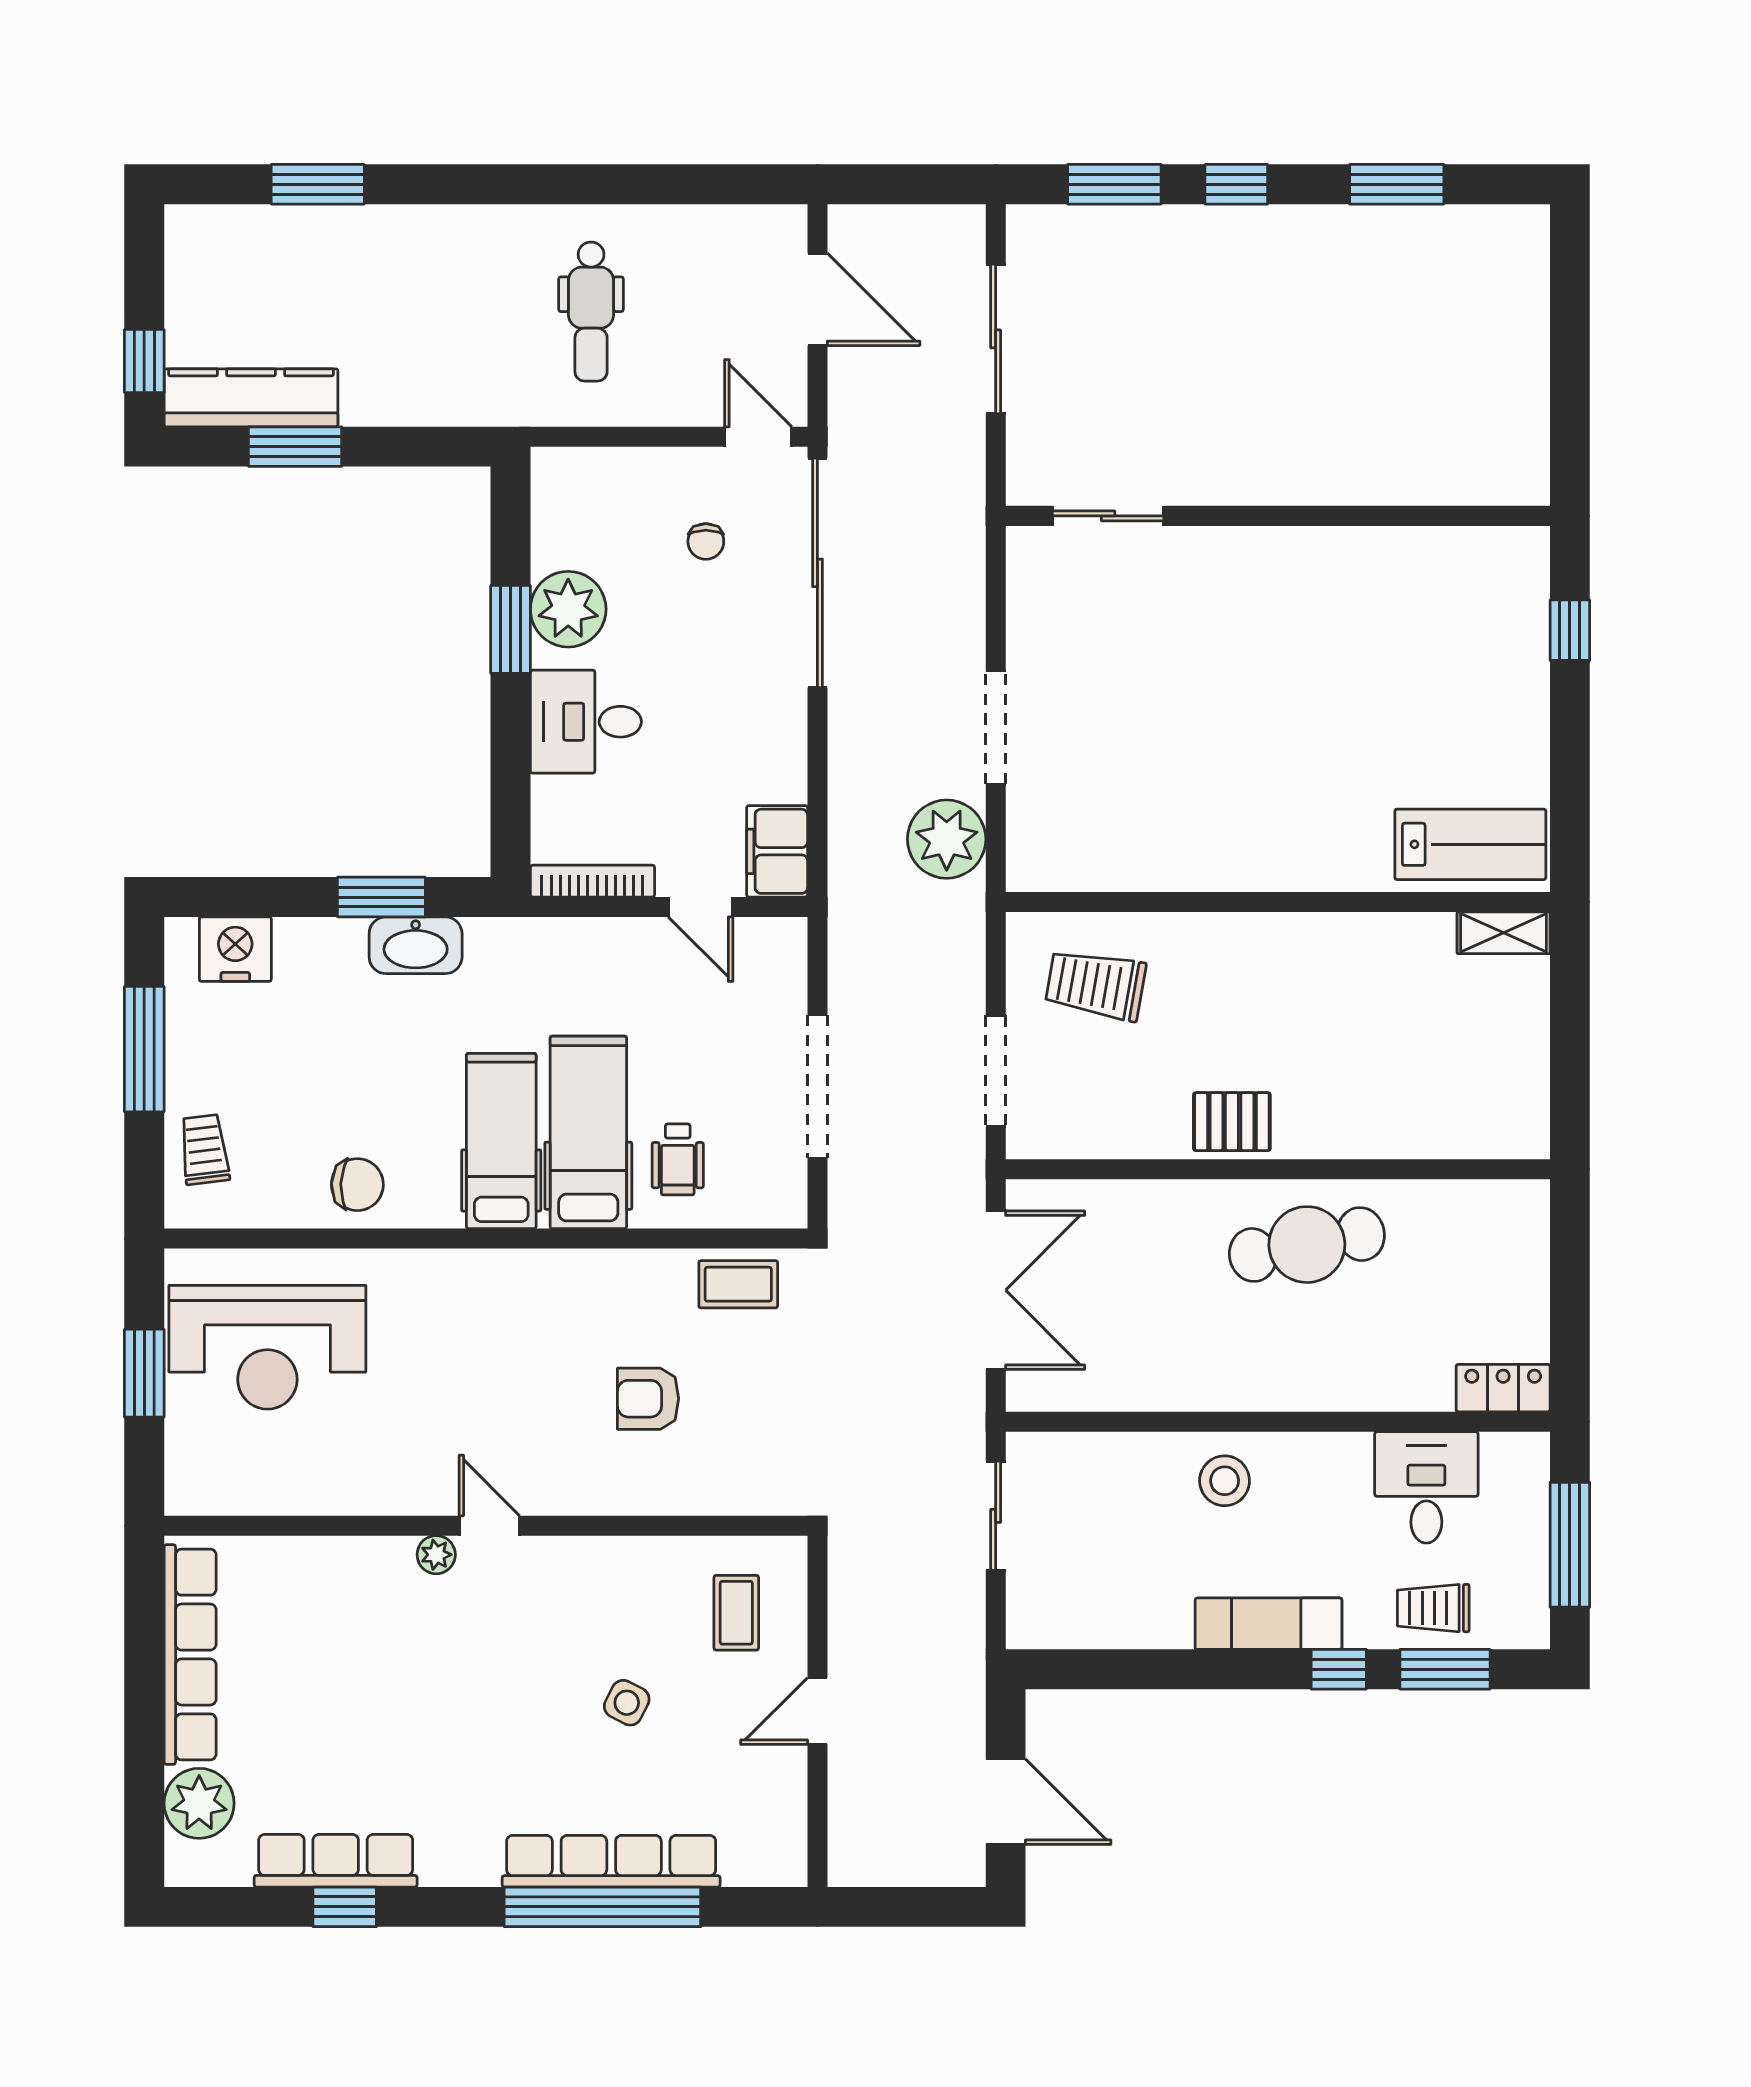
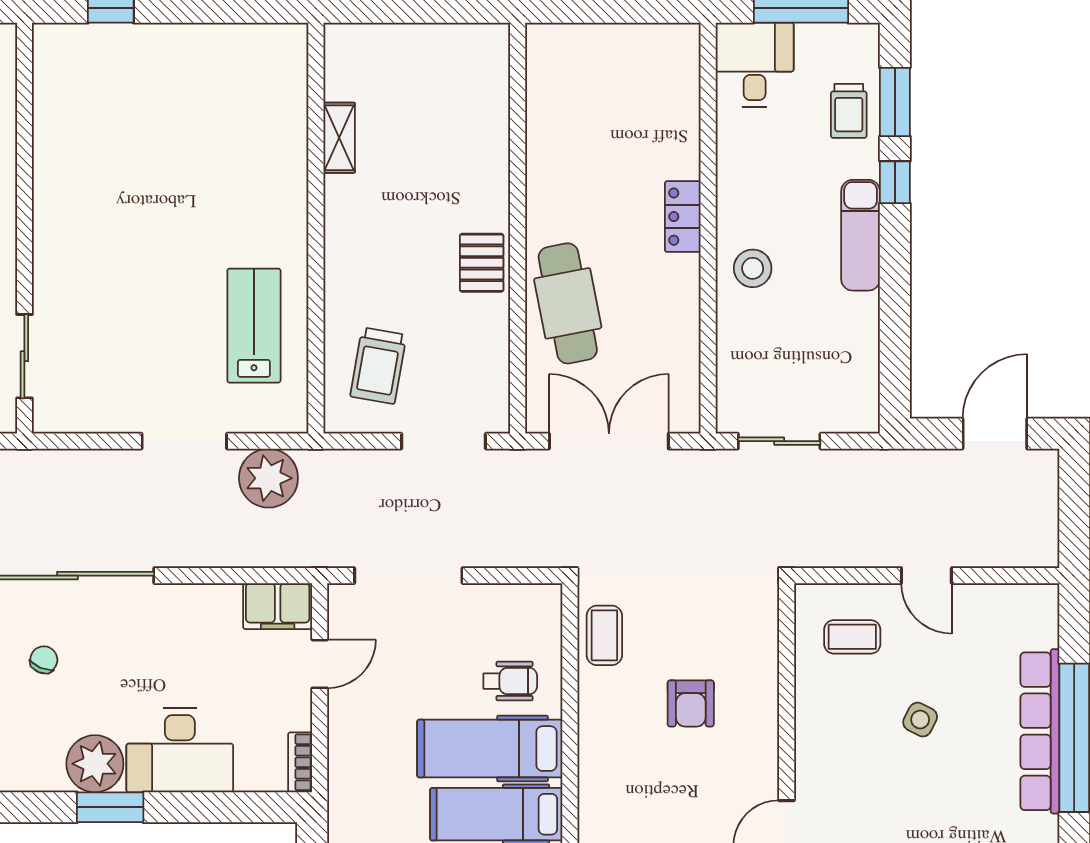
chair: (706, 541) -> (44, 660), turned -67
desk: (586, 722) -> (180, 750), width x1.37
lab bench: (1470, 844) -> (254, 326), moved
bookcase: (592, 881) -> (300, 762), width x0.64
shelving: (1504, 933) -> (339, 138), moved
doorway: (817, 1086) -> (408, 576), moved
cafe table: (1307, 1245) -> (568, 303), moved
locker: (1503, 1388) -> (683, 217), moved
desk: (1426, 1487) -> (755, 65), moved, turned 90

